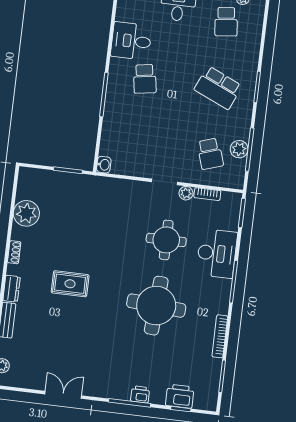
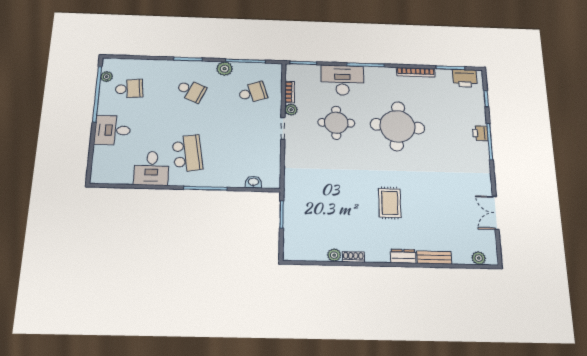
school desk: (145, 79) -> (187, 153), width x1.85
school desk: (218, 88) -> (191, 91), width x0.54
plant: (239, 149) -> (225, 69), moved
washbasin: (104, 165) -> (253, 182), moved
plant: (26, 213) -> (334, 255), width x0.53, depth x0.53
shoe rack: (14, 252) -> (353, 257), moved
double door: (63, 395) -> (496, 213), moved
printer: (180, 396) -> (465, 78), moved, turned -90

